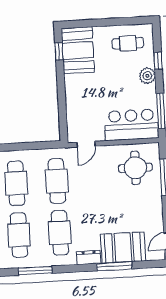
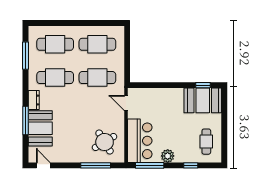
plant: (147, 76) -> (168, 156), moved
round table: (135, 168) -> (105, 142), turned -31

